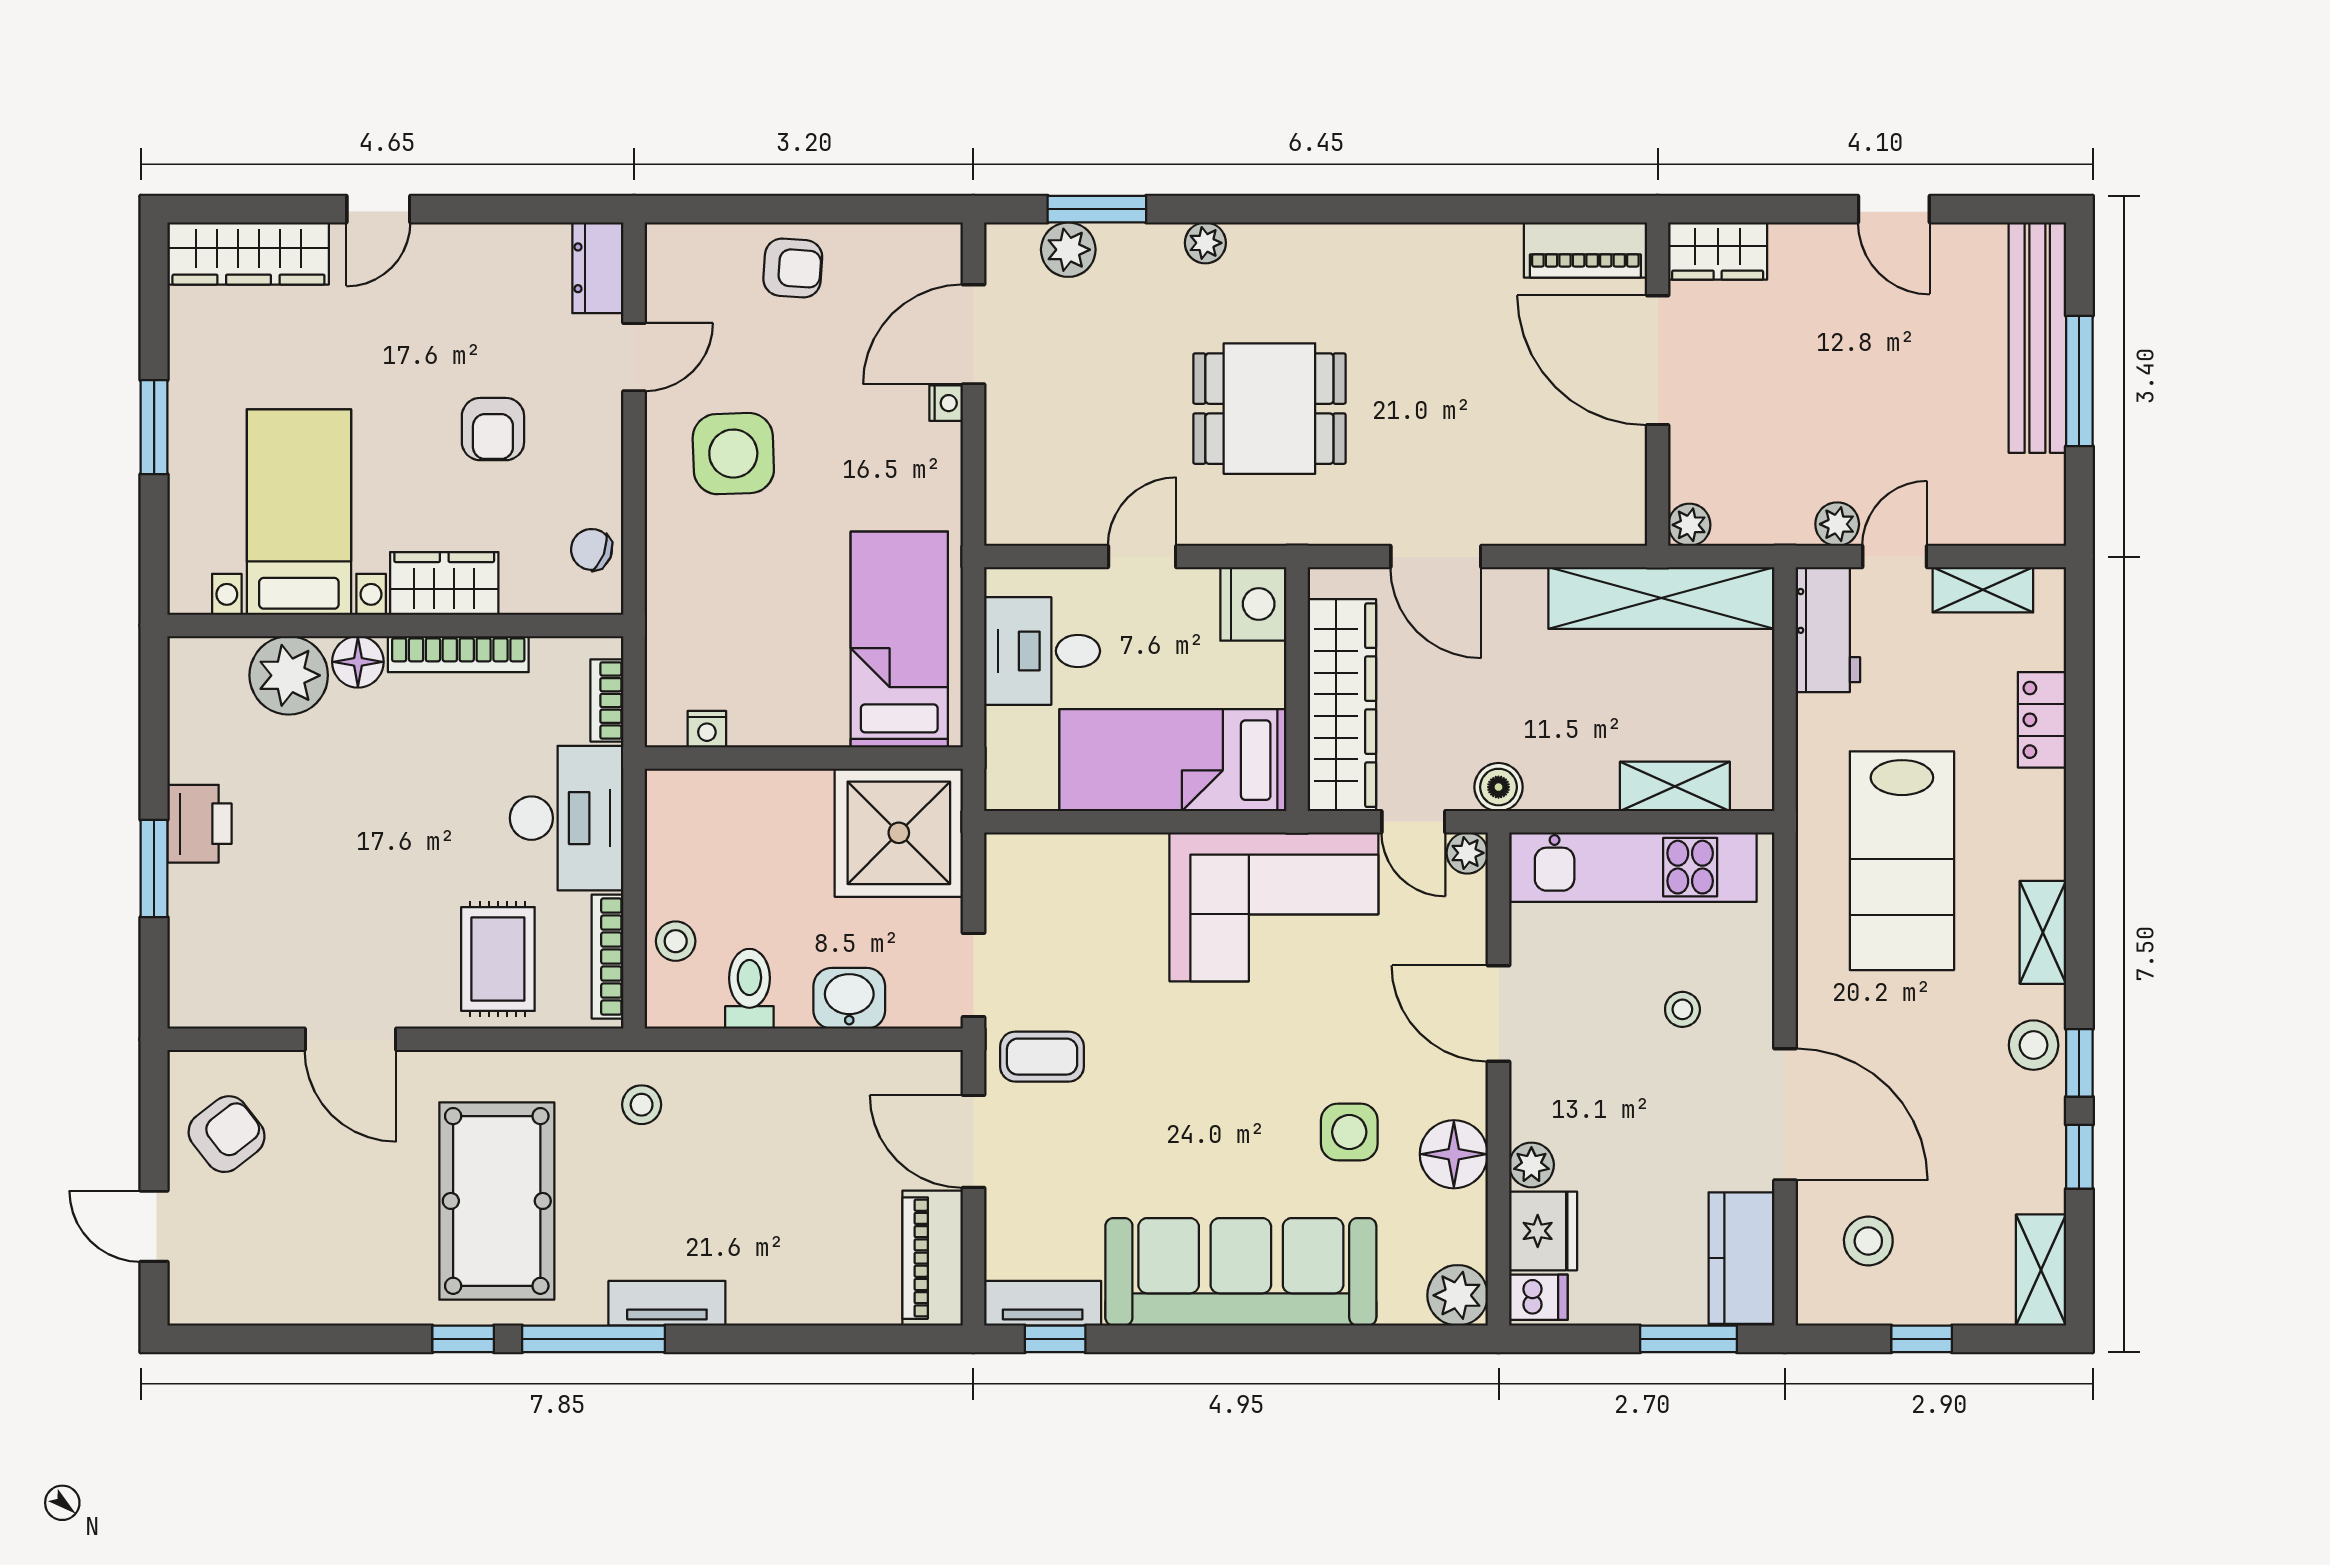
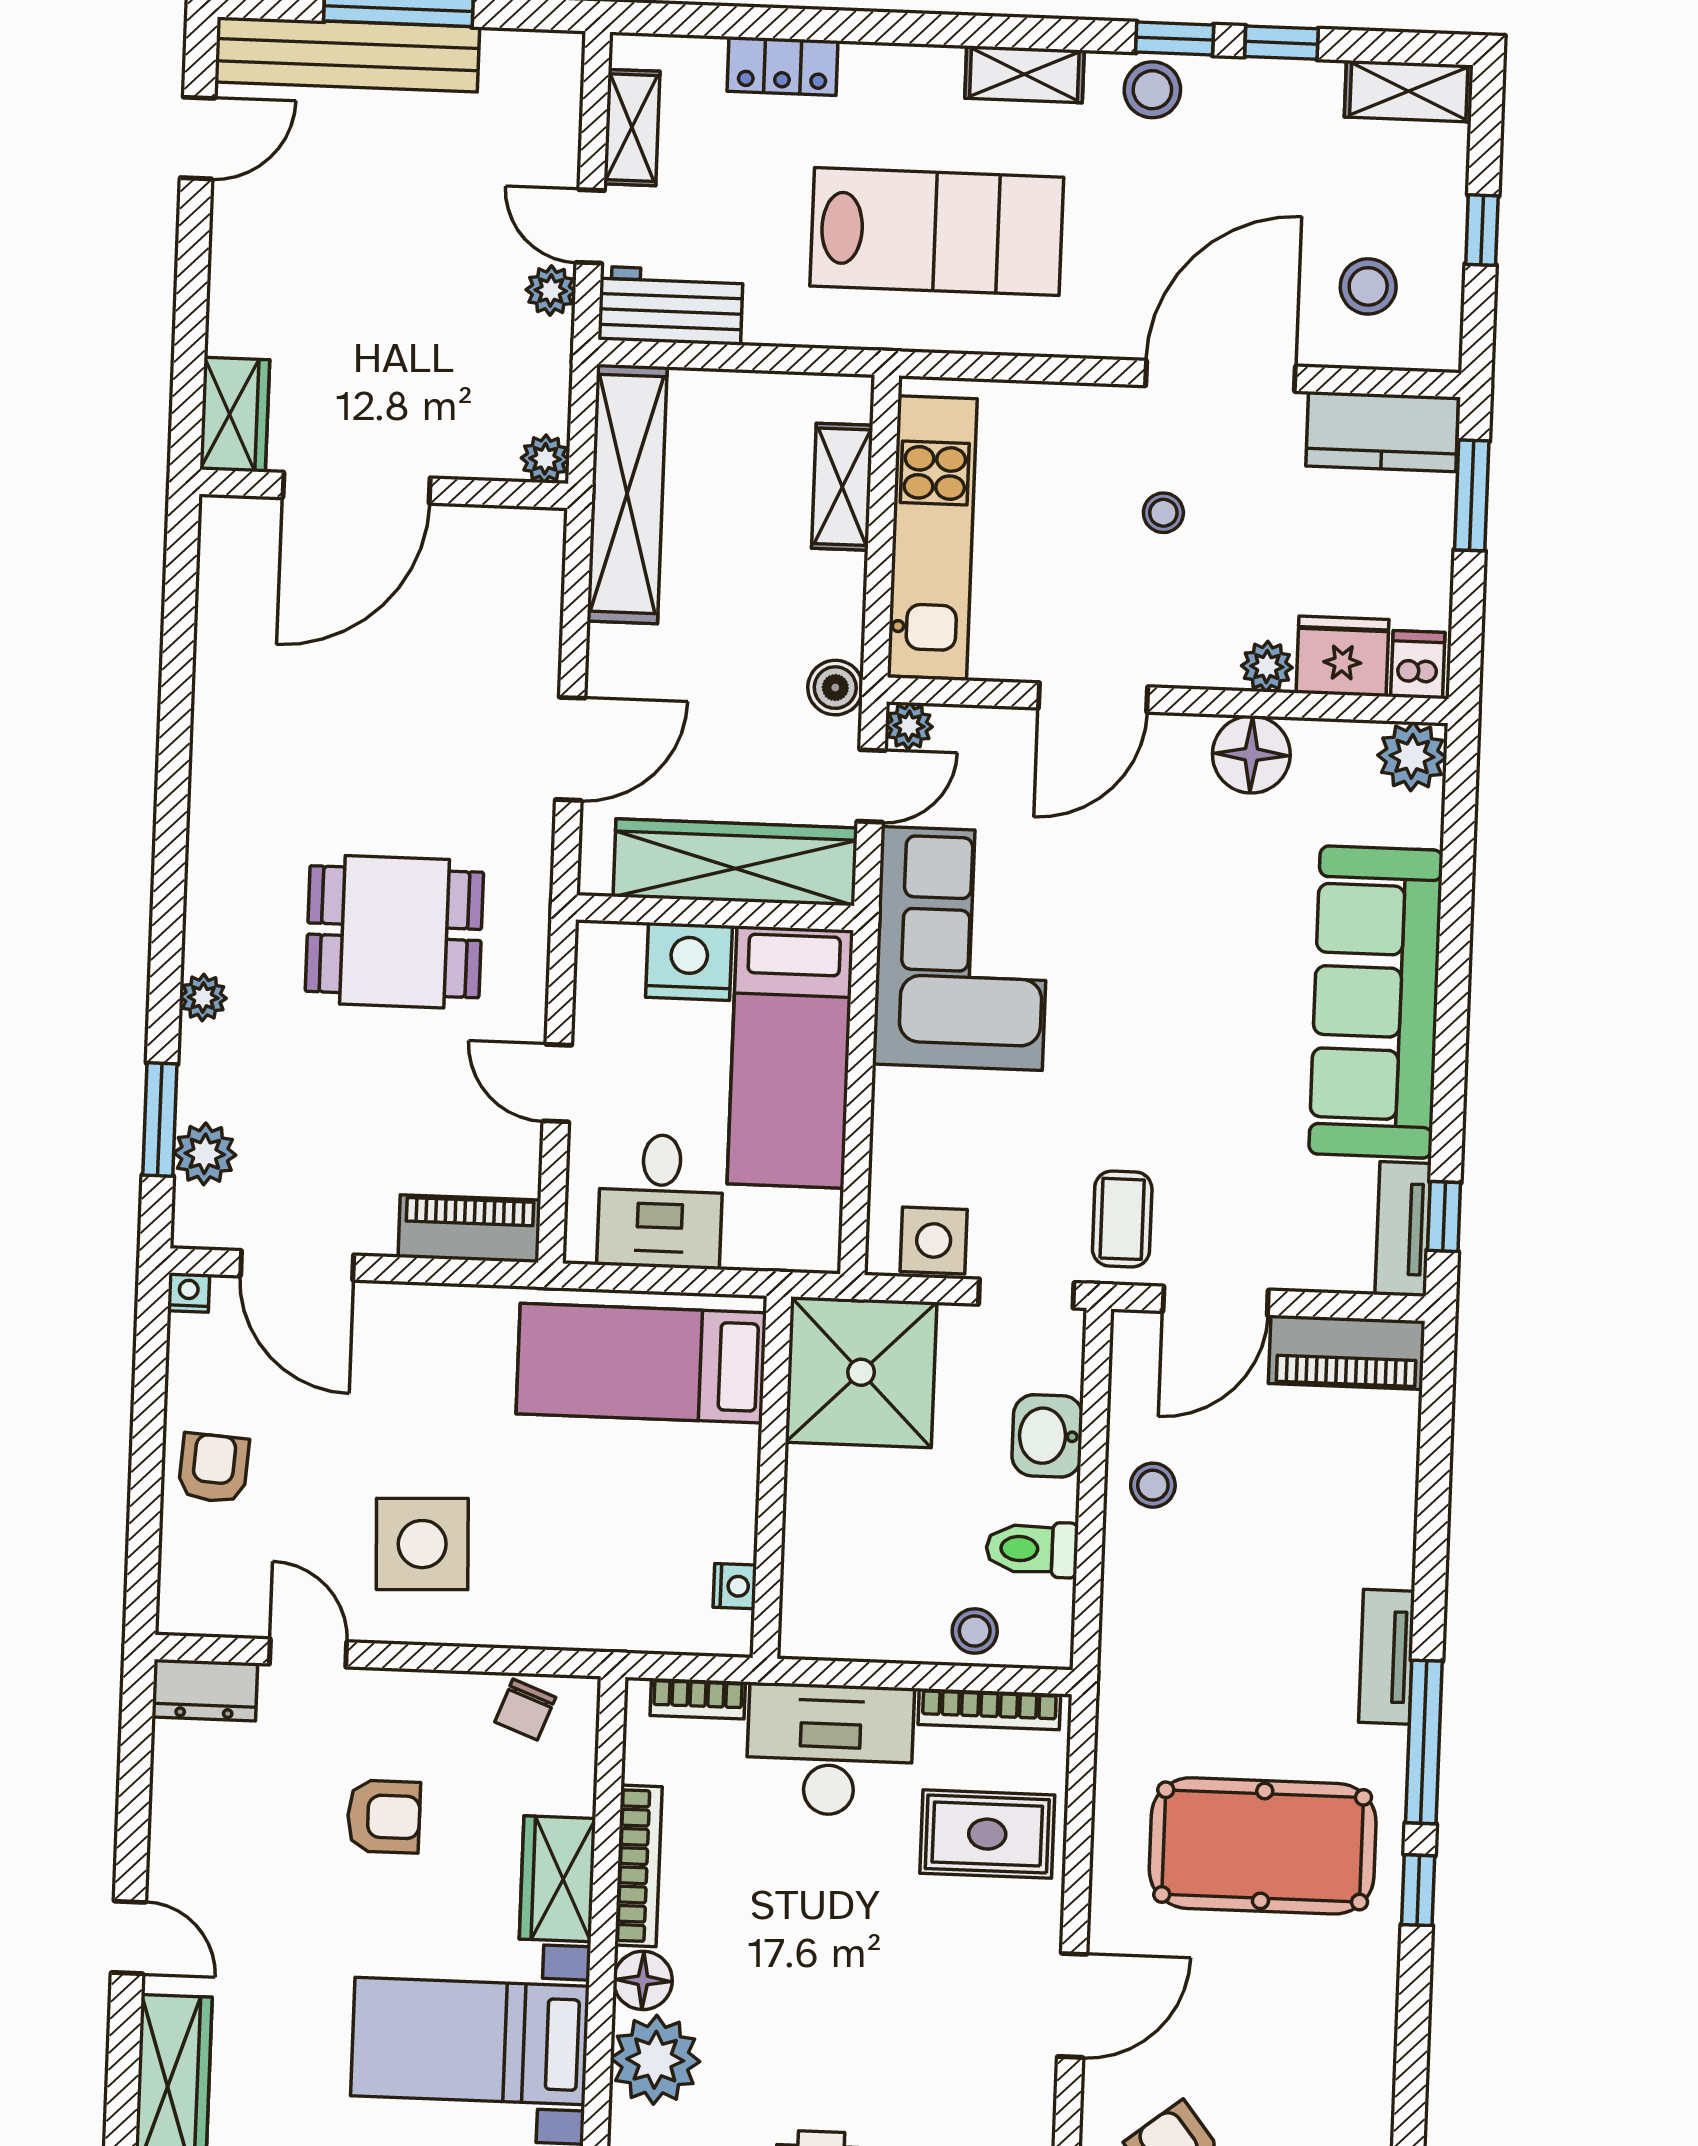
door: (1894, 209) -> (198, 138), moved
piano: (1585, 250) -> (469, 1229), moved, turned -90
nightstand: (946, 403) -> (189, 1293), moved
dining table: (1269, 409) -> (394, 932), turned 90
nightstand: (1253, 604) -> (689, 961), moved
stool: (1682, 1009) -> (1163, 513), moved
stool: (642, 1105) -> (1153, 1485), moved
side table: (1349, 1132) -> (934, 1240), moved

